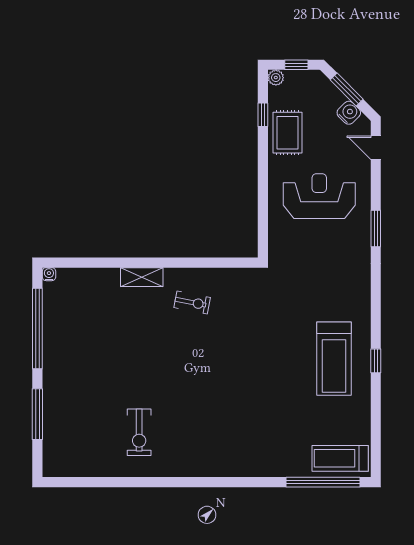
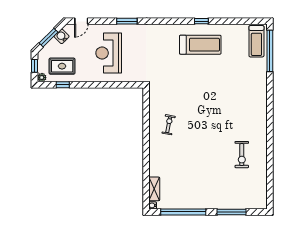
rug: (287, 133) -> (62, 66), moved
shelving: (142, 277) -> (154, 189), moved
exercise bike: (139, 432) -> (242, 155), turned 90

